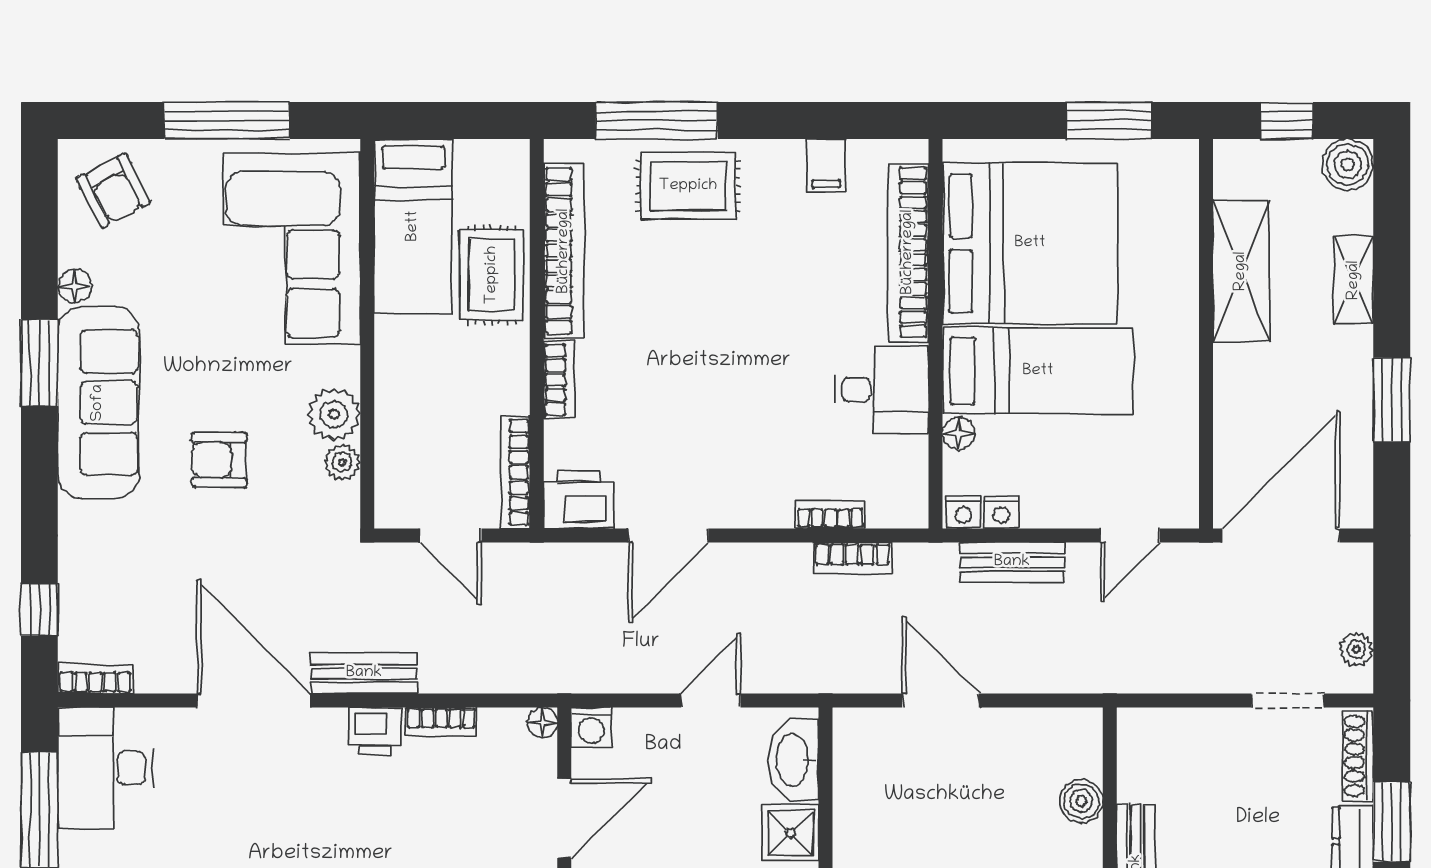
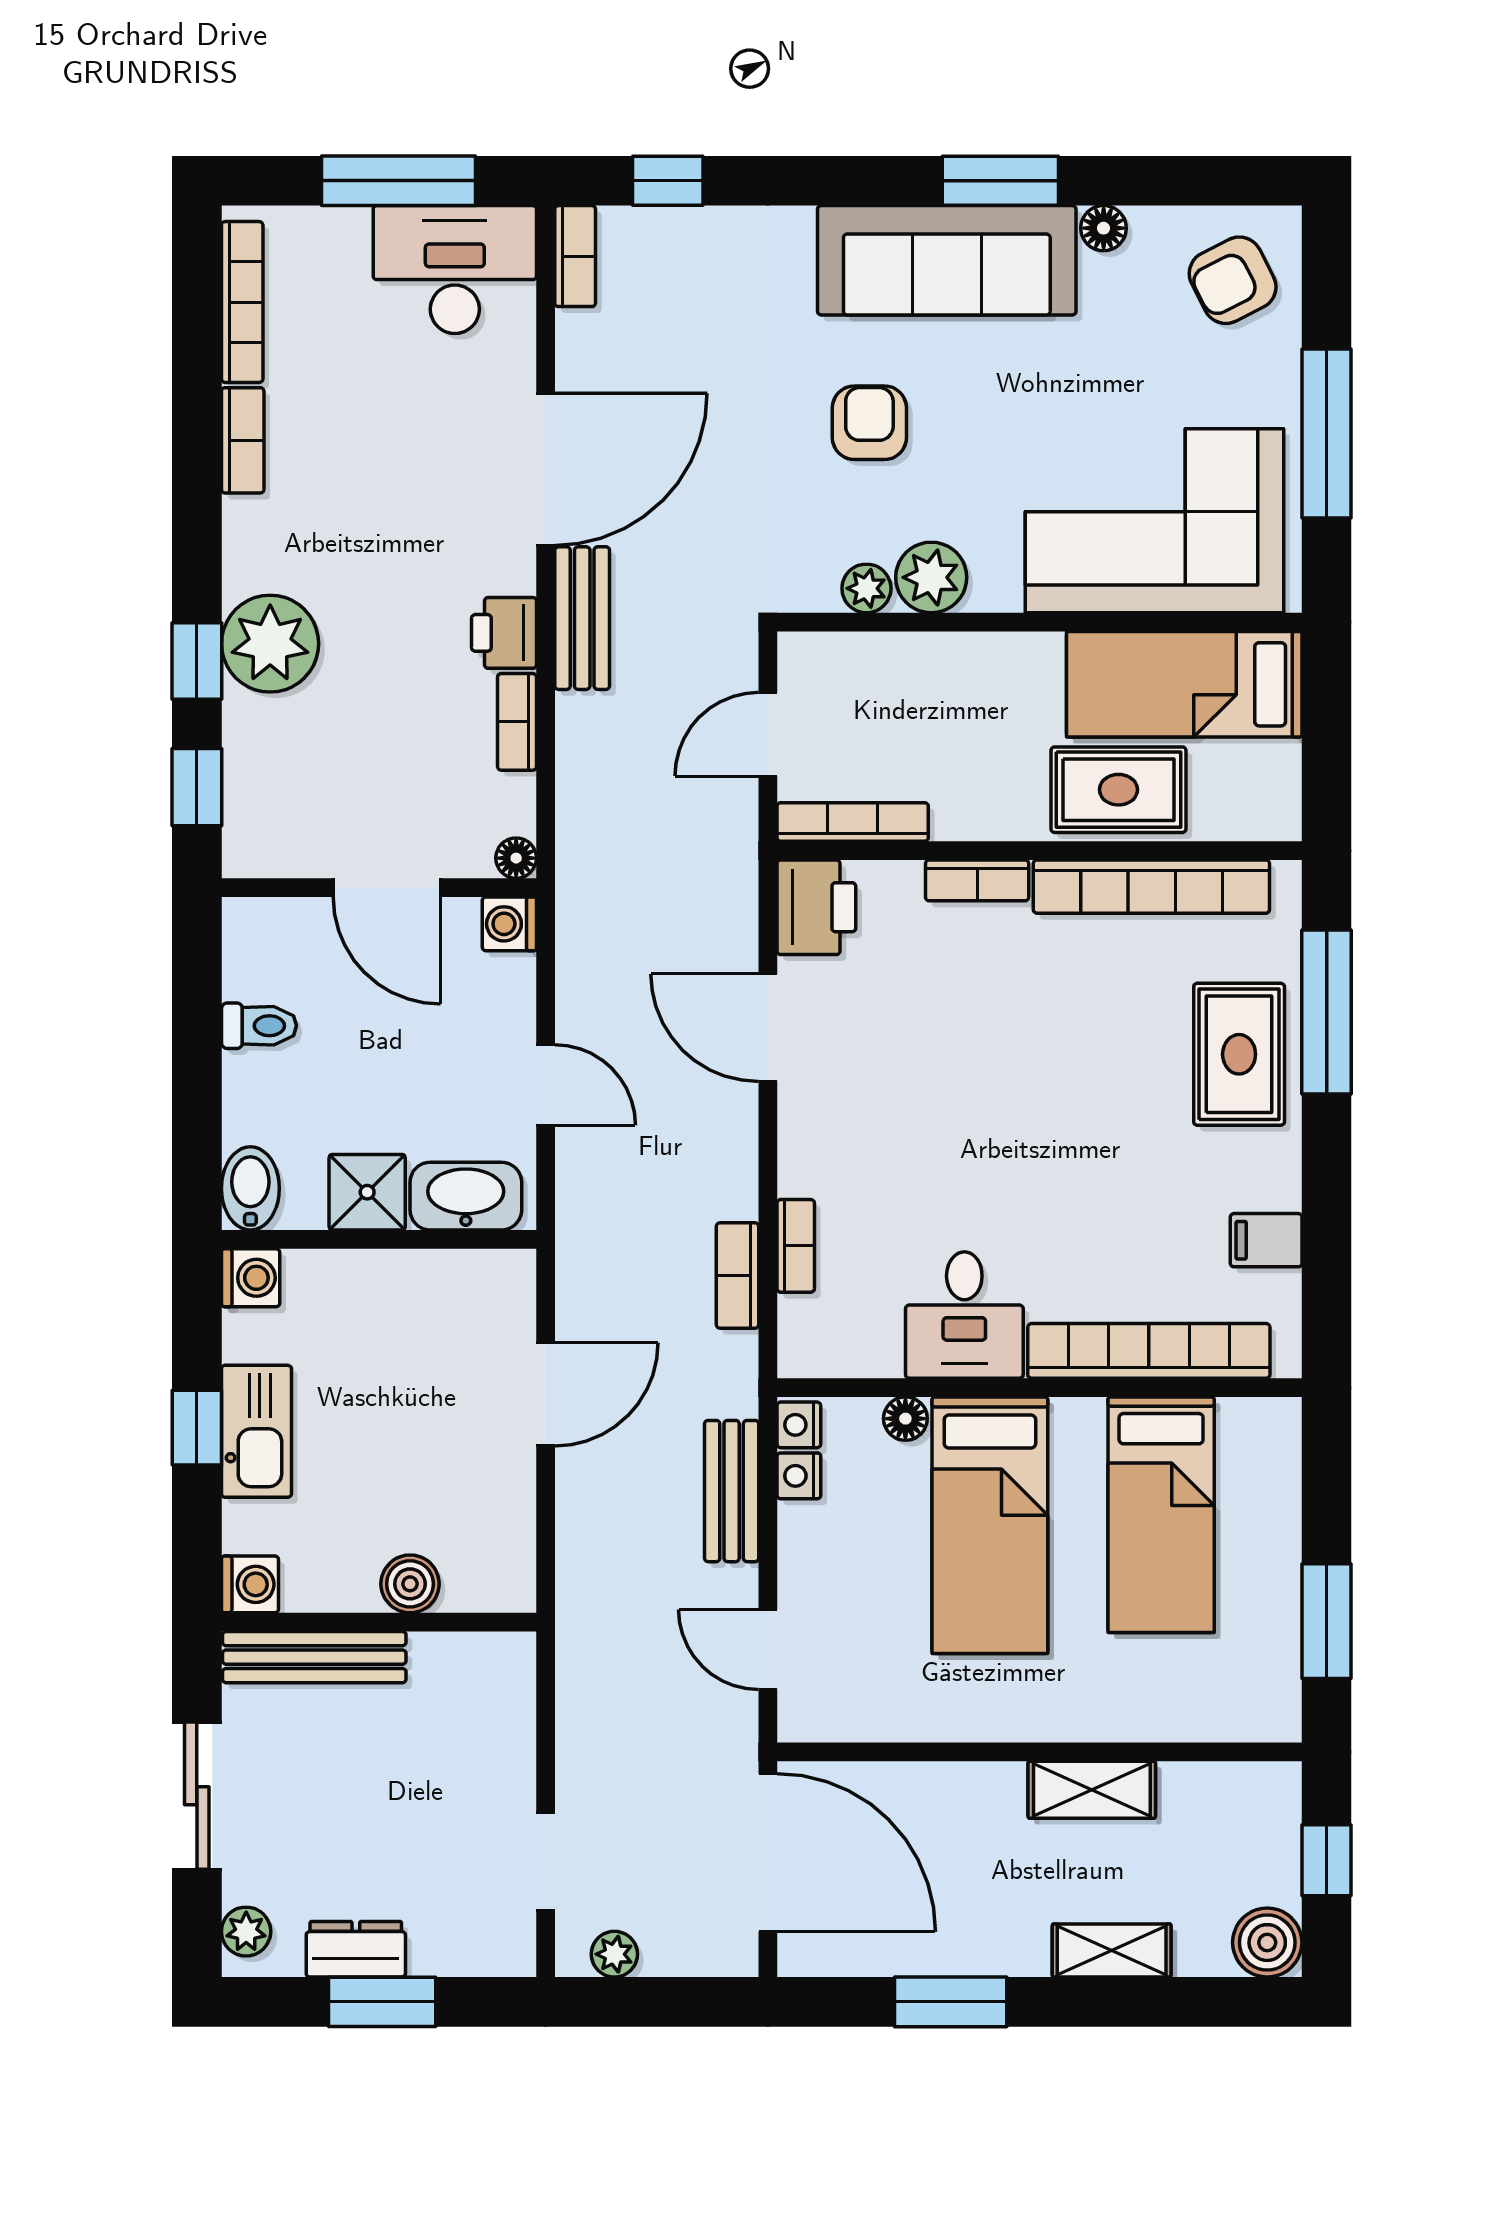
bed: (1030, 243) -> (1161, 1515), width x0.49
shelving: (1241, 271) -> (1092, 1790), width x0.67, depth x0.75
shoe rack: (1358, 756) -> (471, 1956), removed

